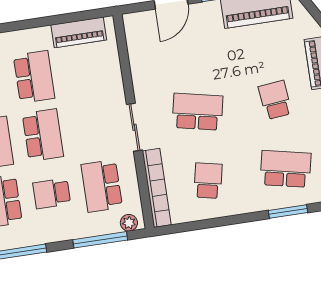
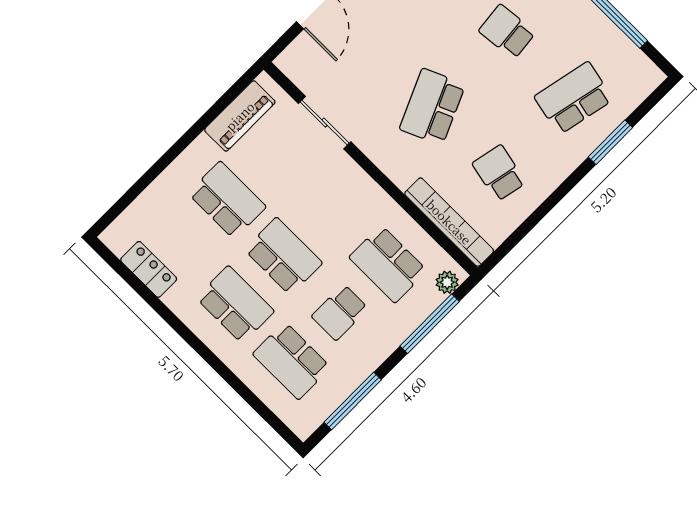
school desk: (198, 112) -> (432, 107), turned -36
sliding door: (134, 127) -> (325, 123), moved

